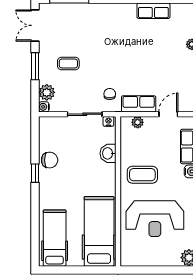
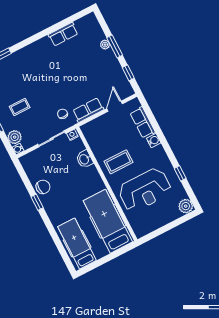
plant: (138, 122) -> (95, 124), removed

